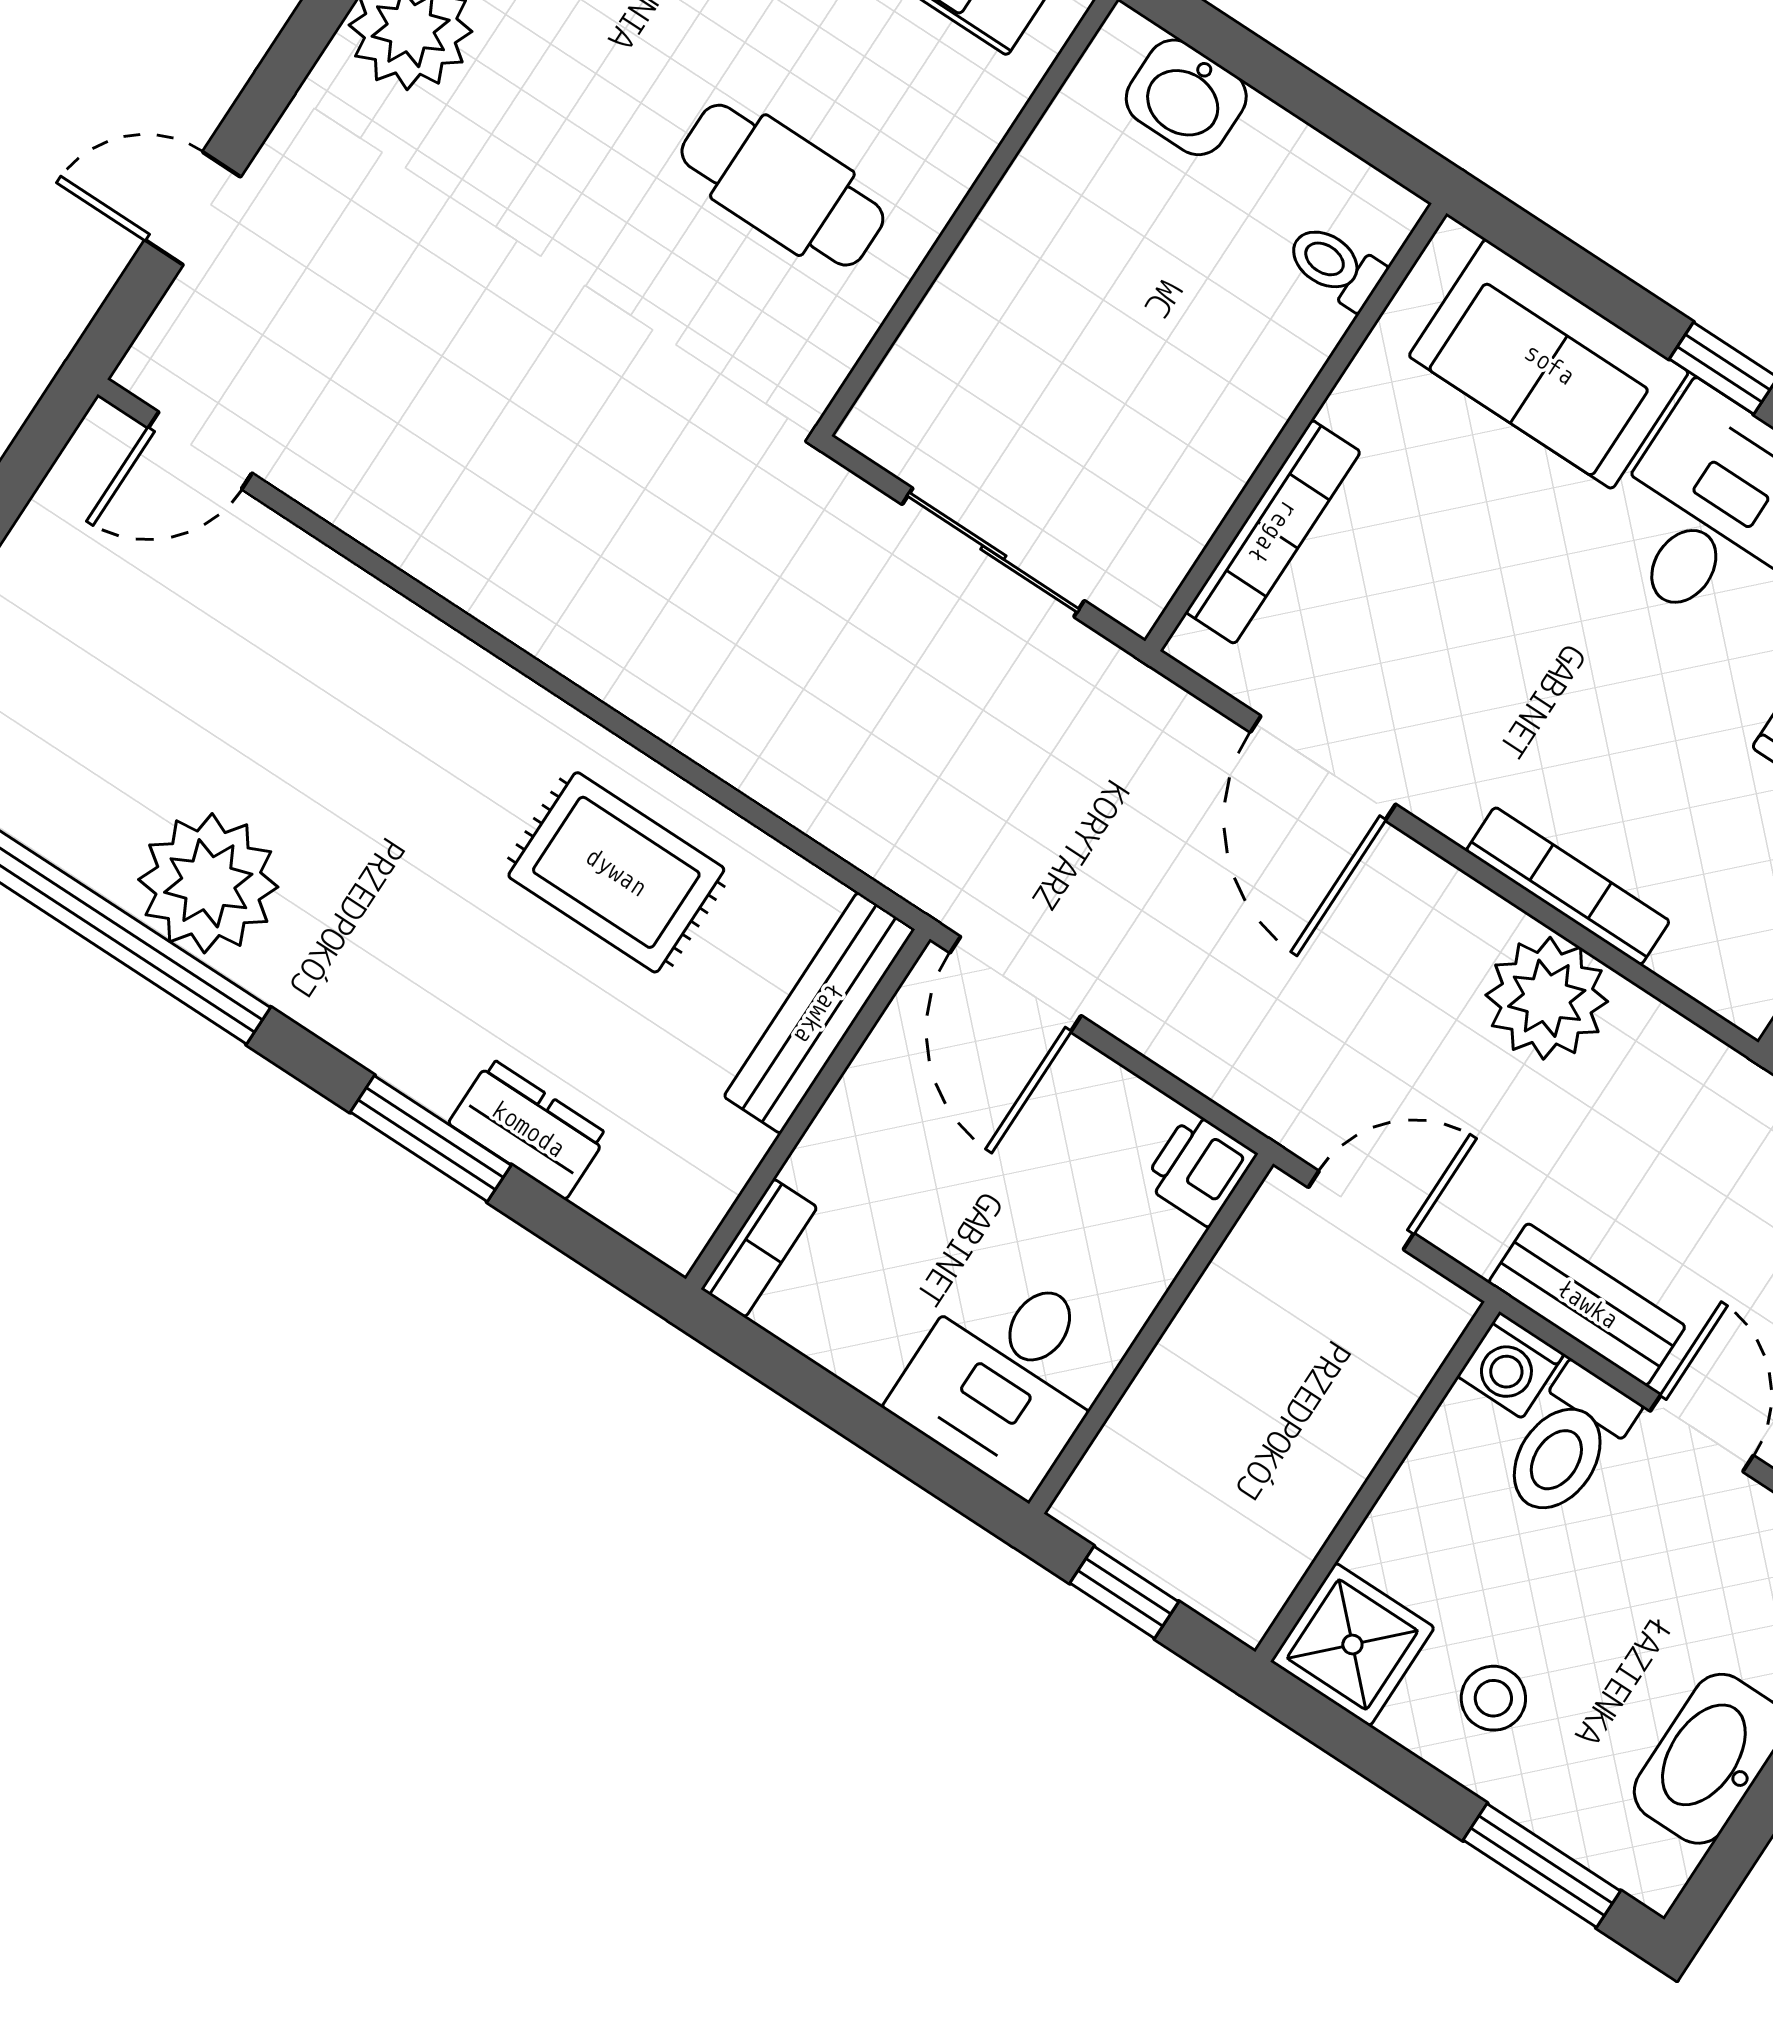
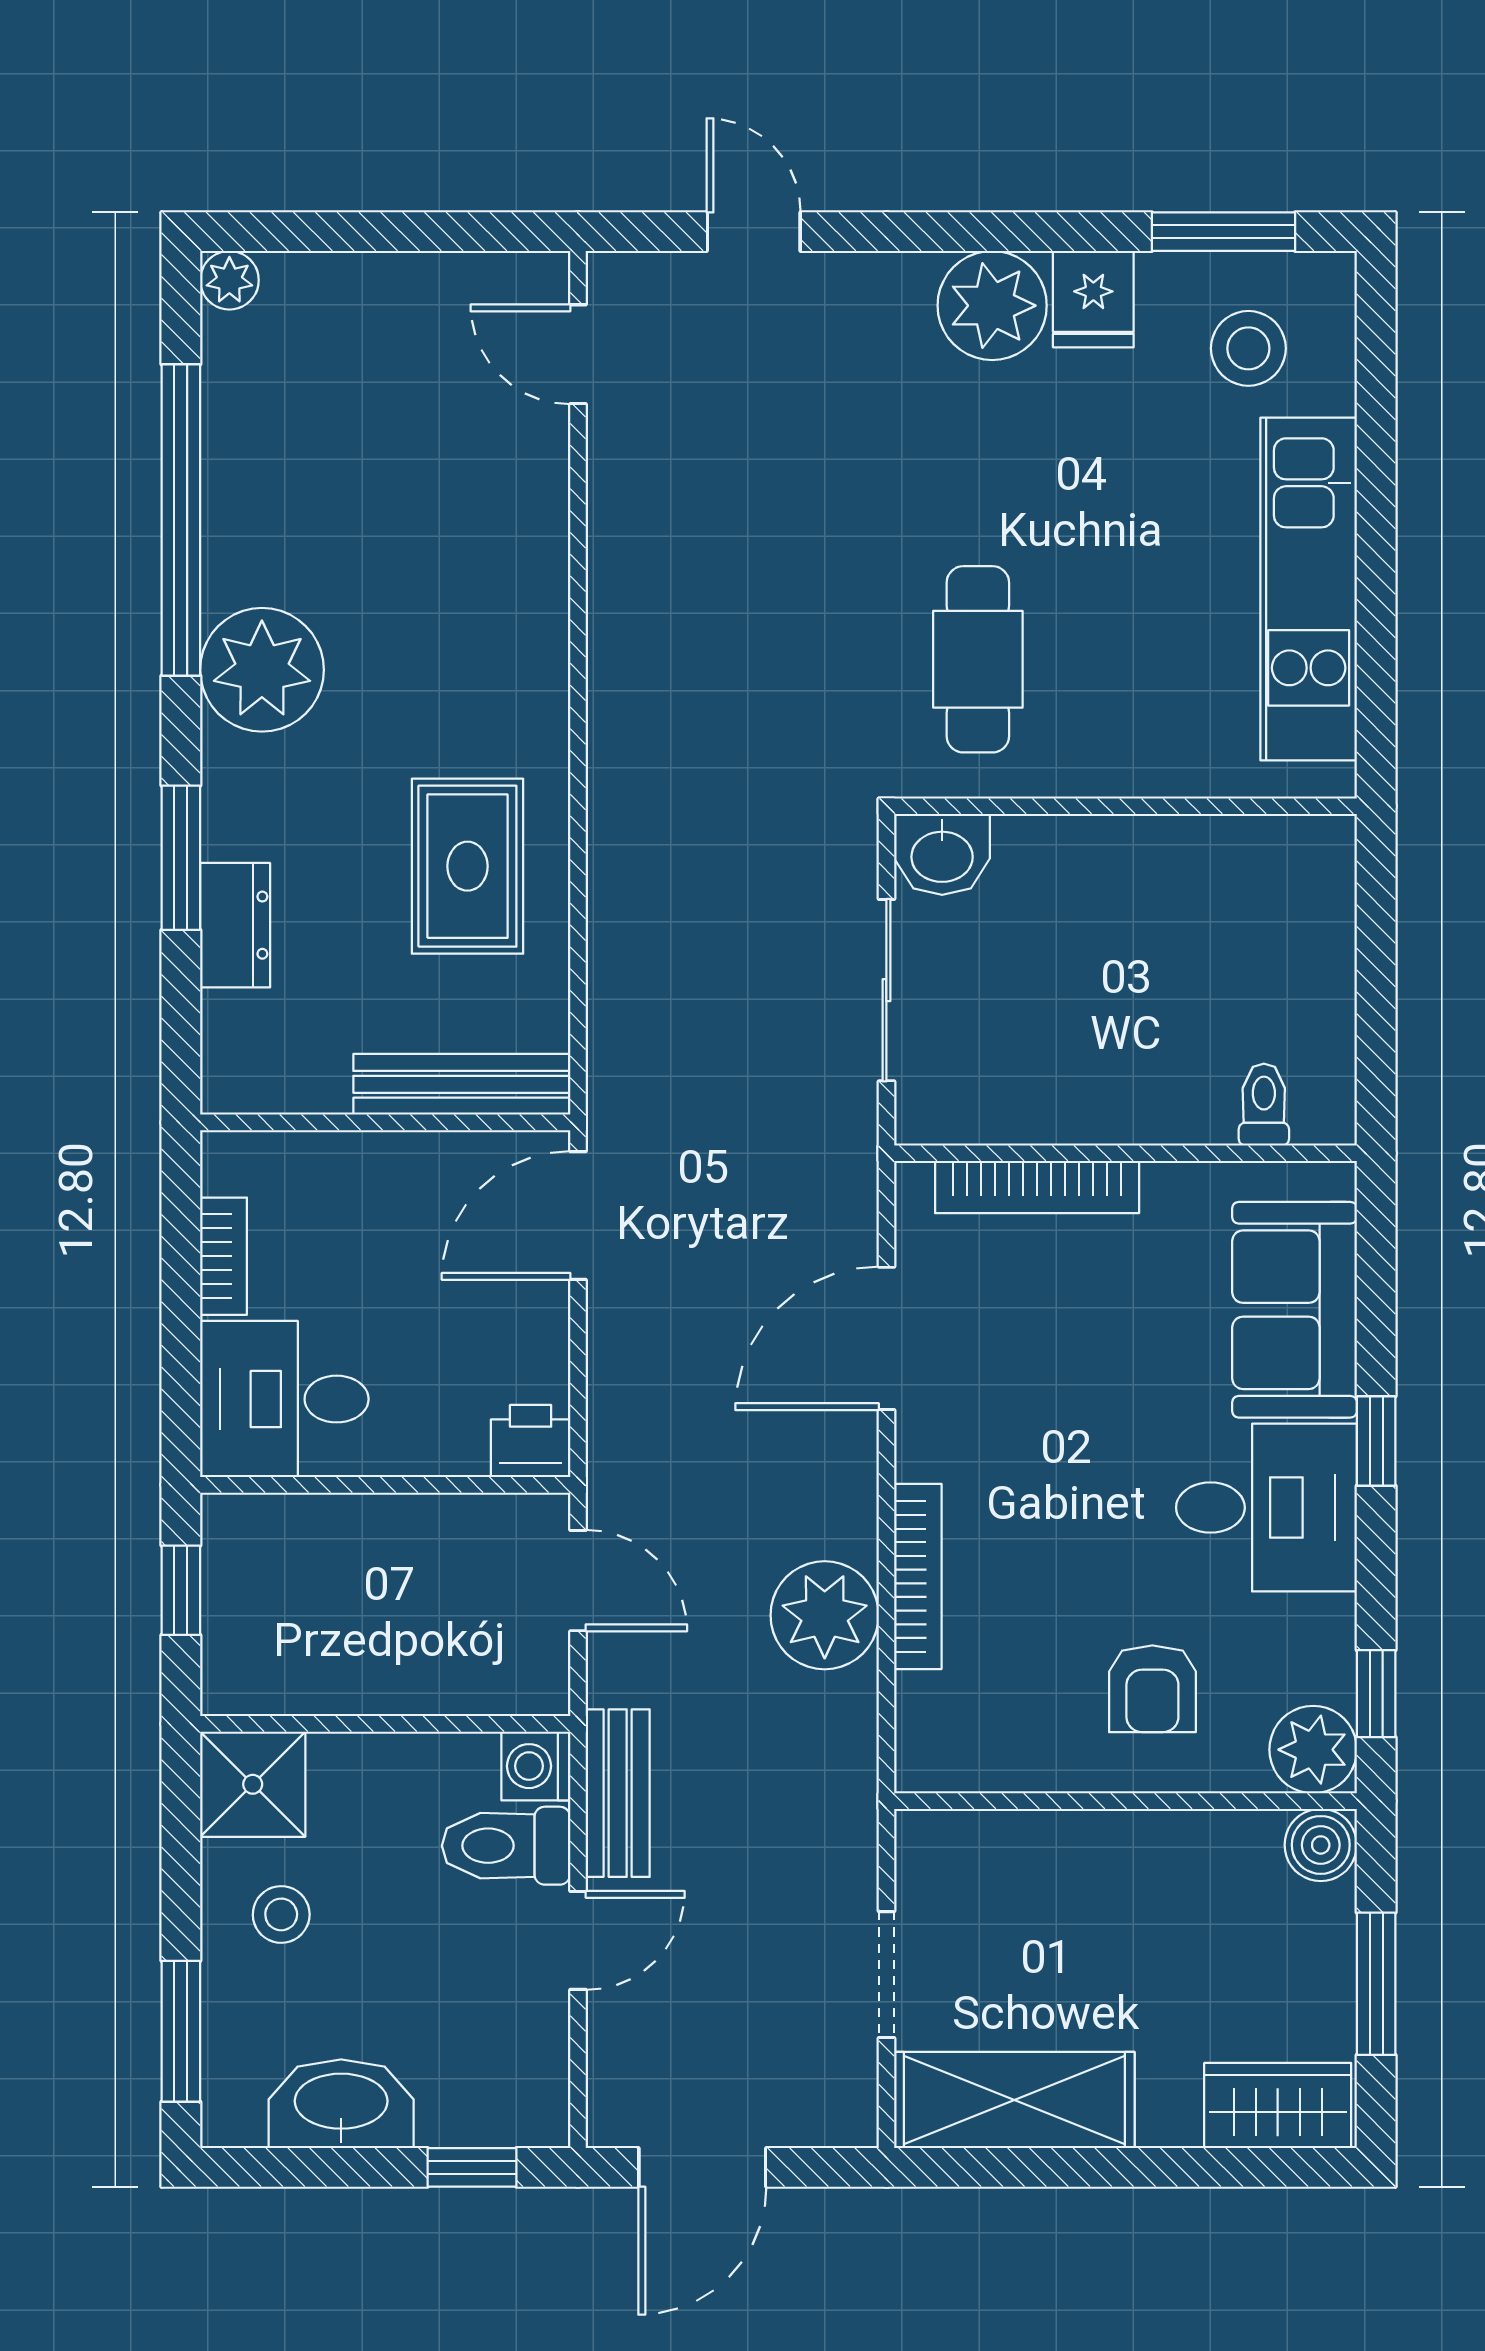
washbasin: (1186, 97) -> (942, 854), moved, turned -90
cafe table: (782, 185) -> (978, 659), moved
plant: (208, 883) -> (262, 670), moved
bookcase: (759, 1248) -> (224, 1256), moved, turned -90

